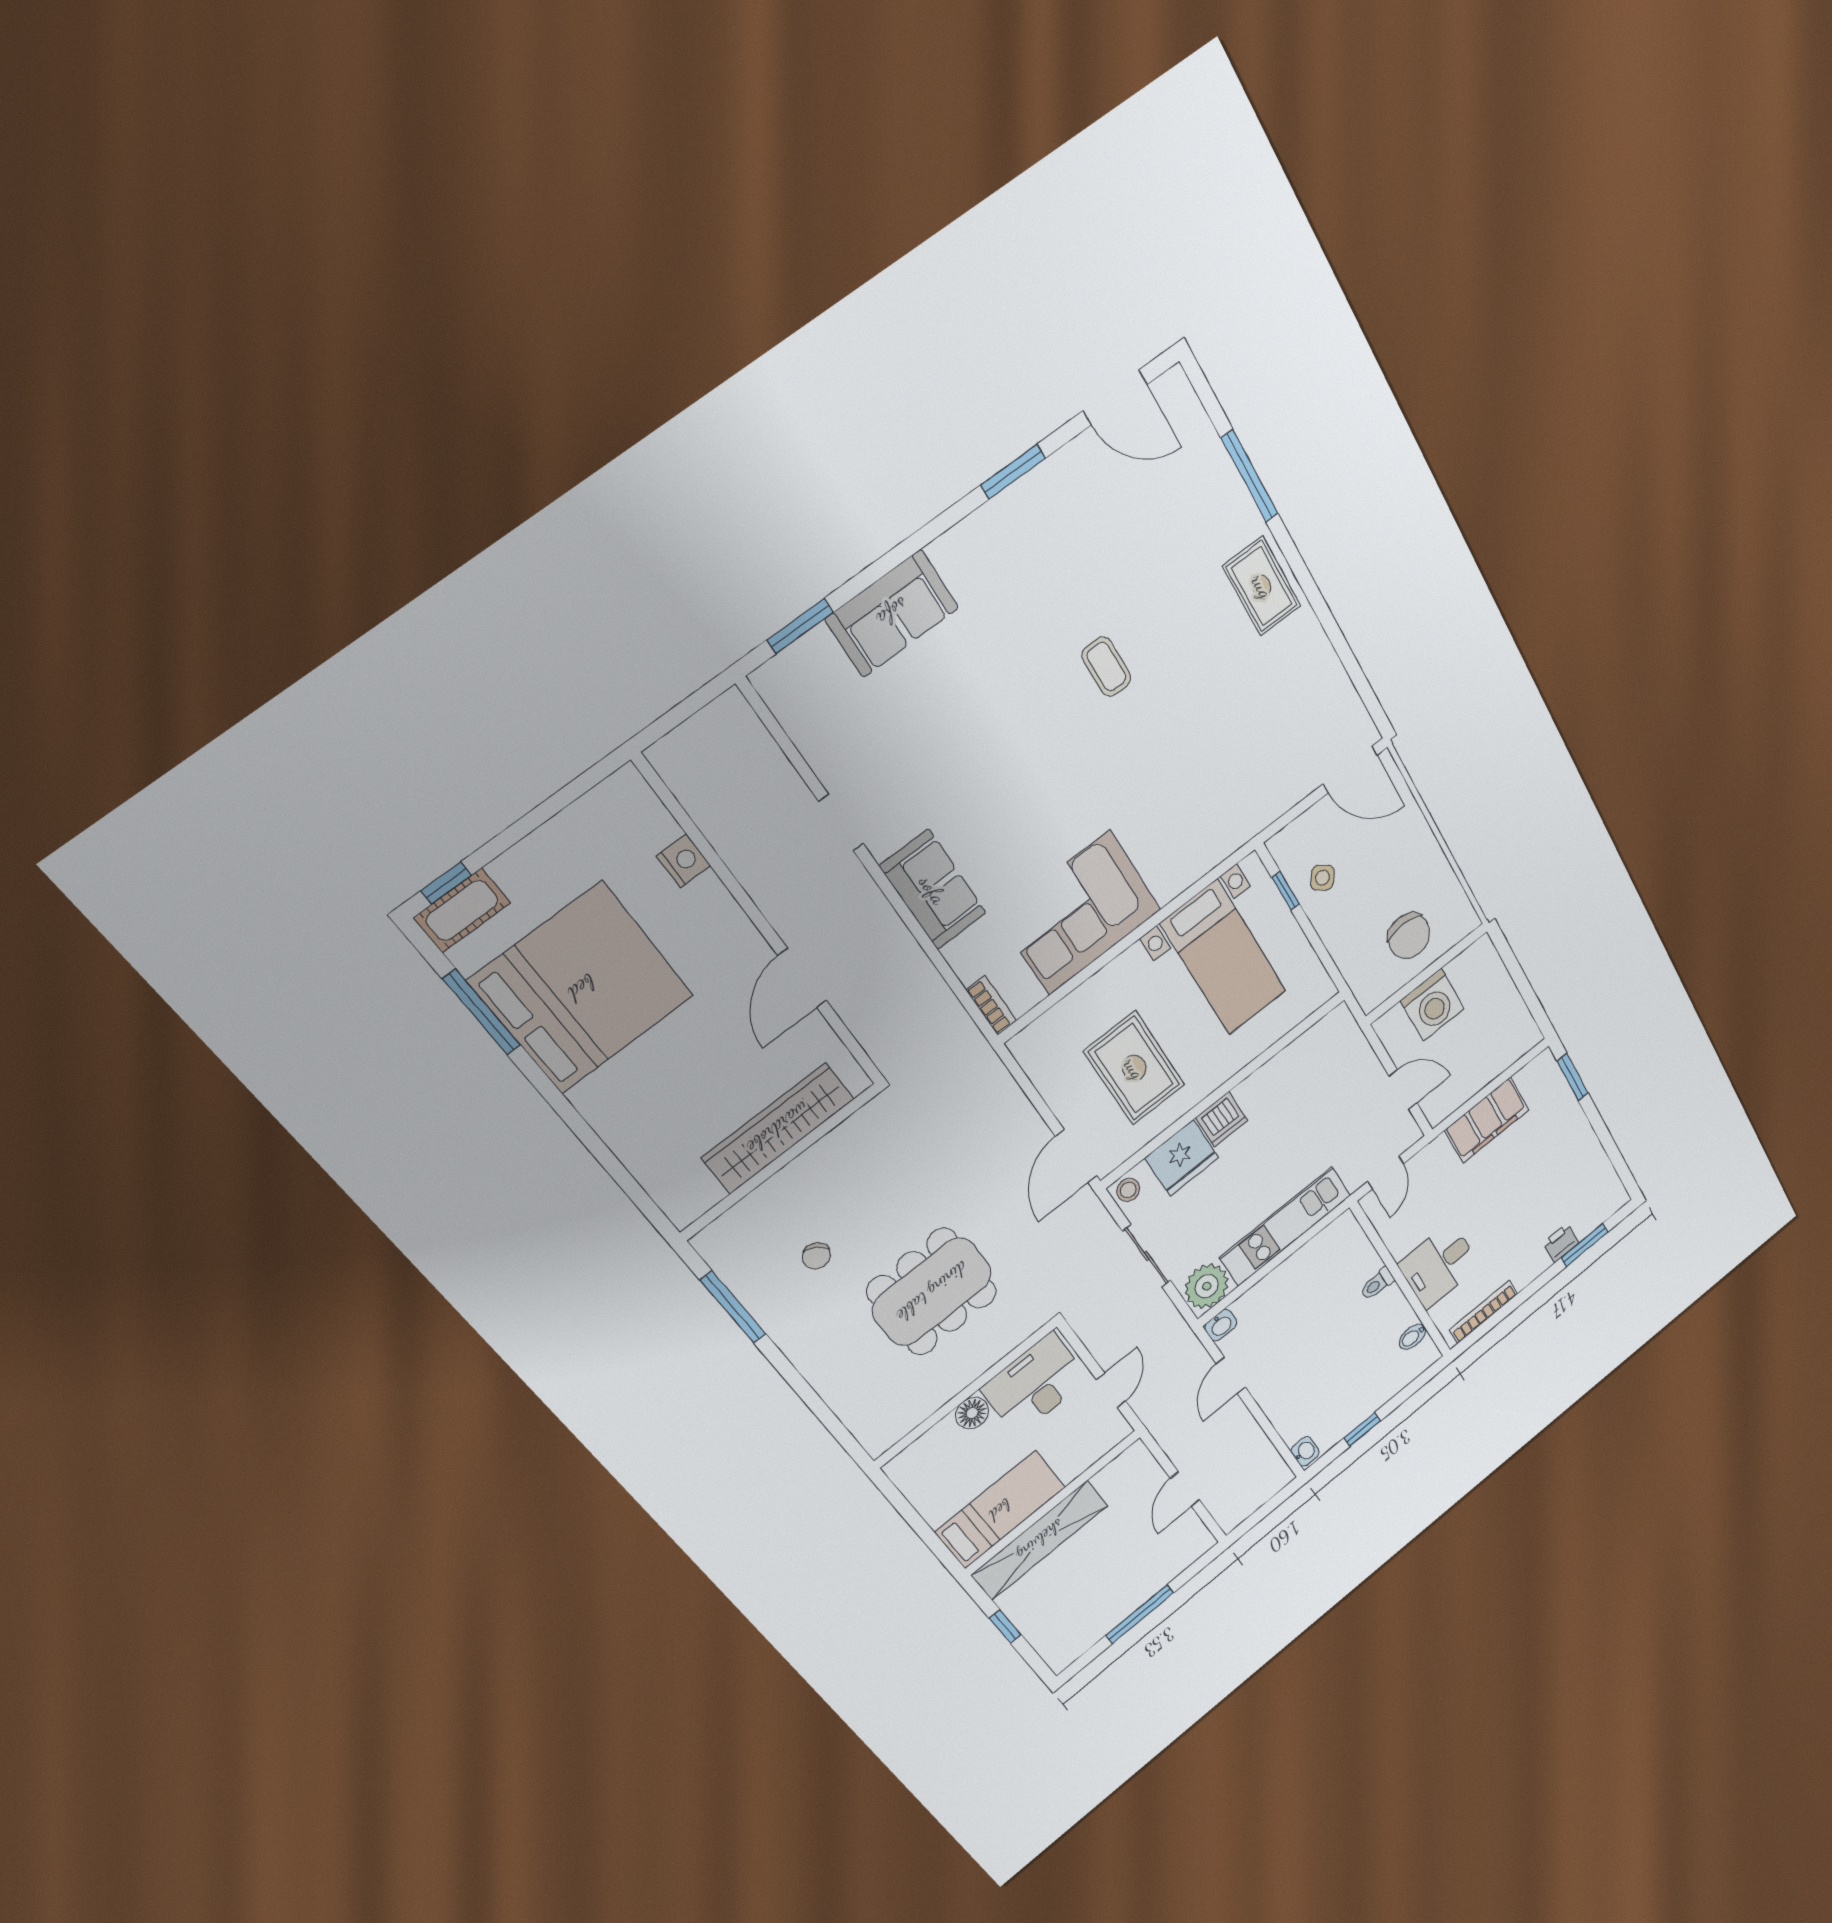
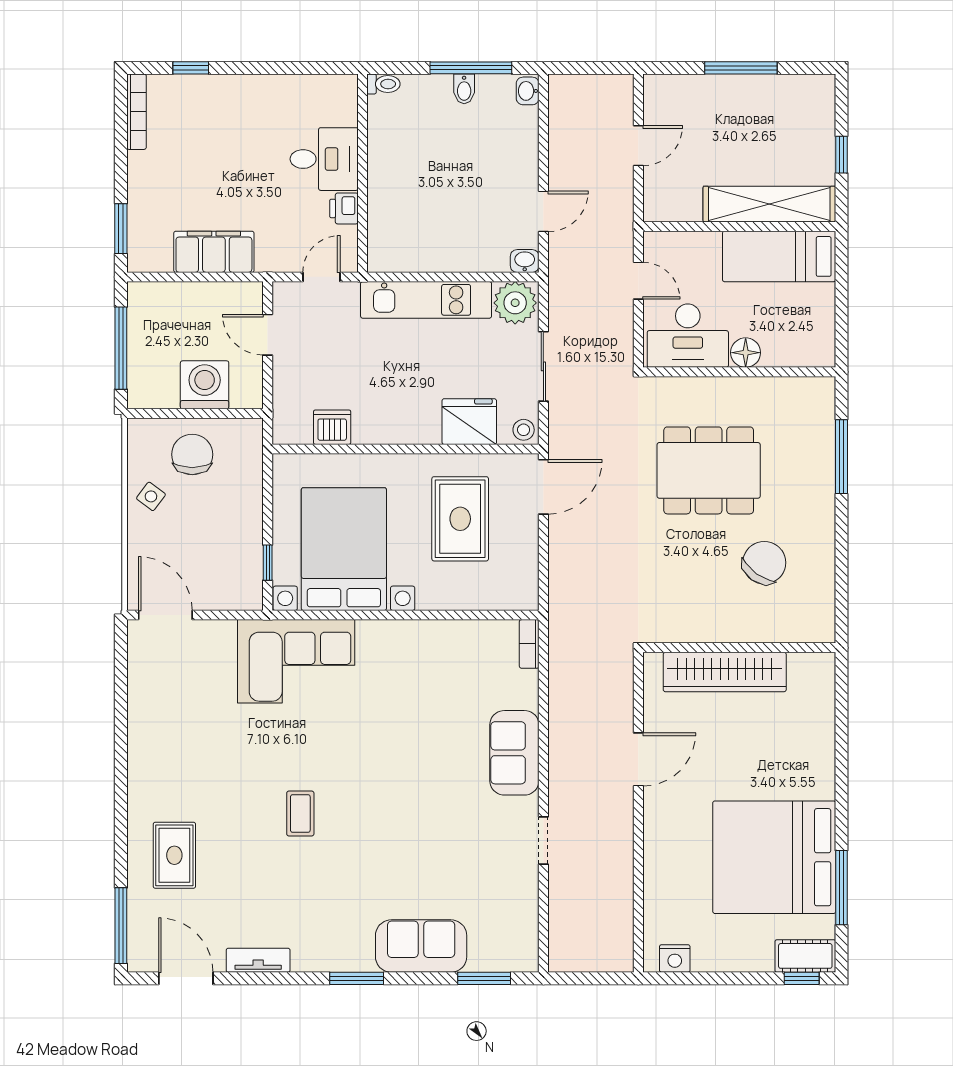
window: (1013, 472) -> (357, 978), moved
tv unit: (1053, 473) -> (258, 960), added
window: (1250, 476) -> (121, 926), moved
rug: (1262, 586) -> (174, 855), moved
nightstand: (684, 861) -> (675, 958), moved, turned -90
side table: (1322, 878) -> (151, 496), moved
corner sofa: (1080, 913) -> (296, 661), moved
bed with nightstands: (1224, 957) -> (344, 549), width x1.36
window: (1520, 979) -> (121, 348), added
dishwasher: (1222, 1119) -> (332, 427), moved
printer: (1561, 1243) -> (344, 208), moved, turned 90
window: (1585, 1245) -> (191, 68), width x0.67
chair: (816, 1256) -> (764, 563), width x1.87, depth x1.87
toilet: (1377, 1284) -> (383, 84), moved
window: (733, 1307) -> (841, 457), moved
bookcase: (1483, 1312) -> (136, 112), moved, turned -90
bidet: (1413, 1337) -> (464, 89), moved, turned 90
door: (1111, 1390) -> (638, 281), swing flipped
window: (1362, 1429) -> (471, 68), width x2.17

